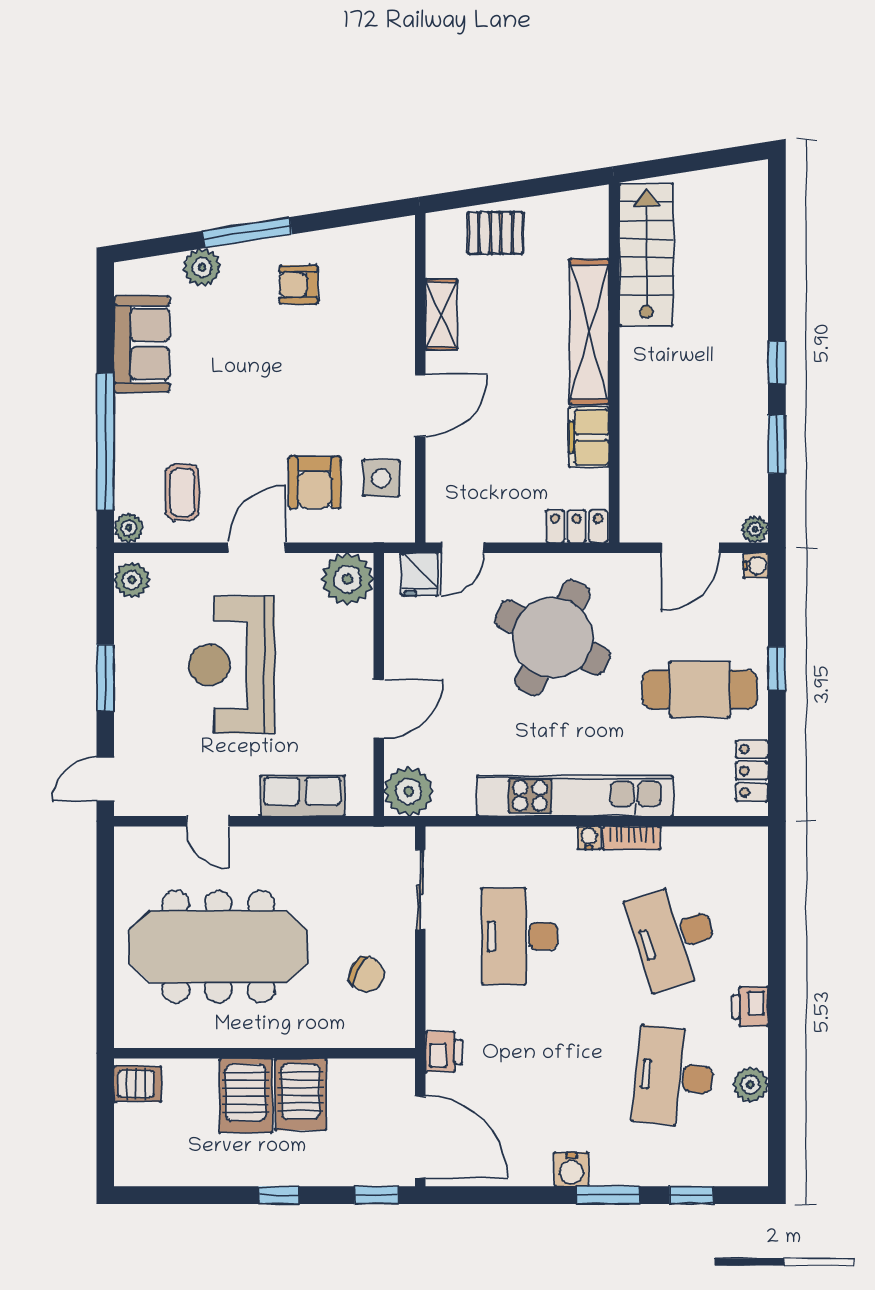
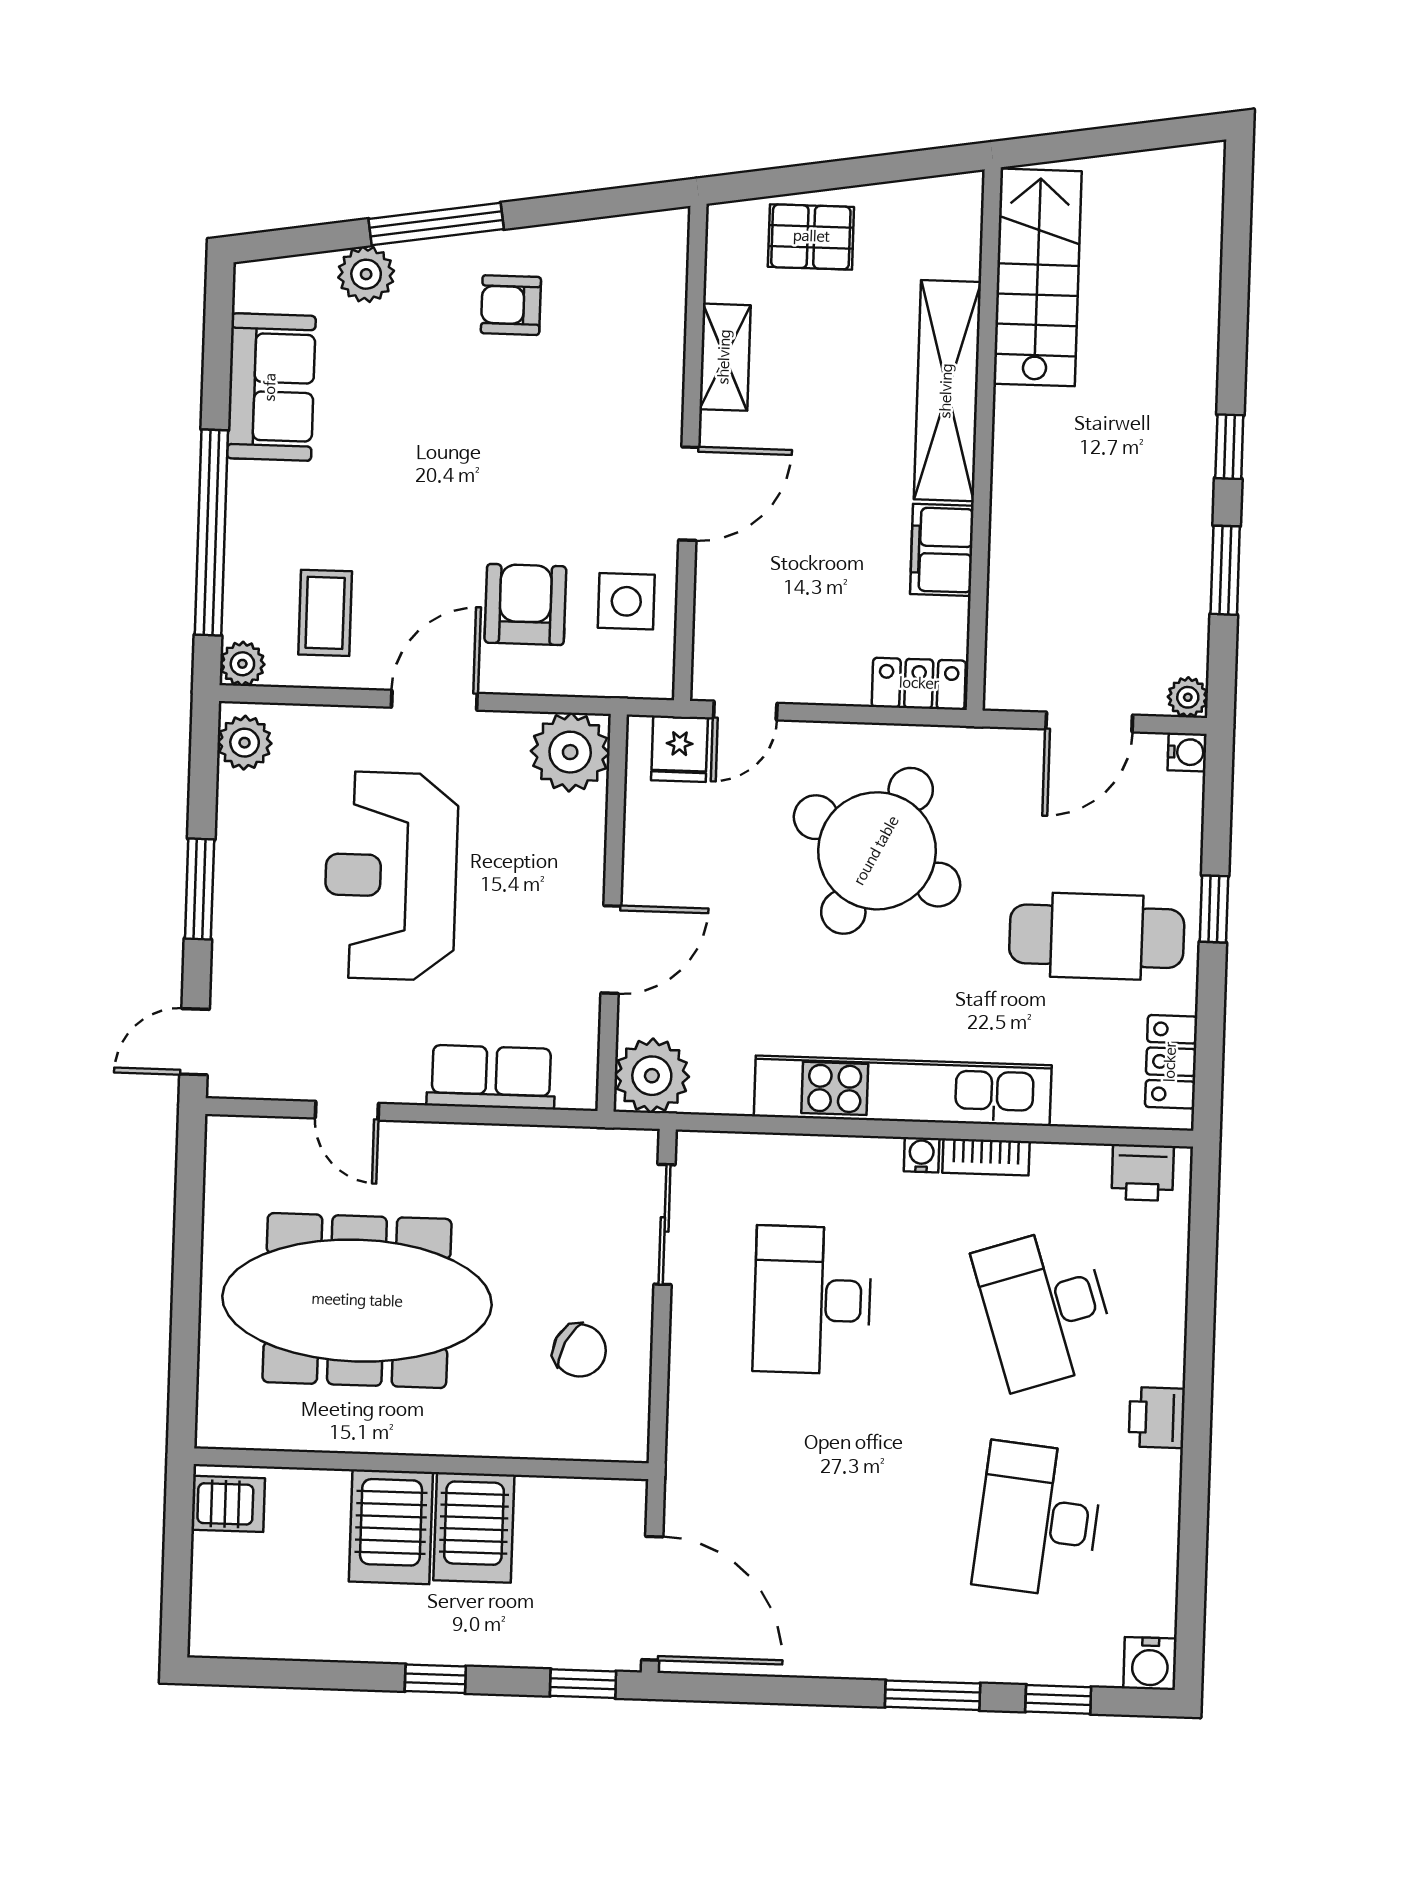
armchair: (315, 482) -> (525, 604), turned 180
printer: (444, 1052) -> (1143, 1173), moved, turned 90
plant: (750, 1084) -> (1153, 1535), removed
water cooler: (571, 1169) -> (1150, 1663), moved

